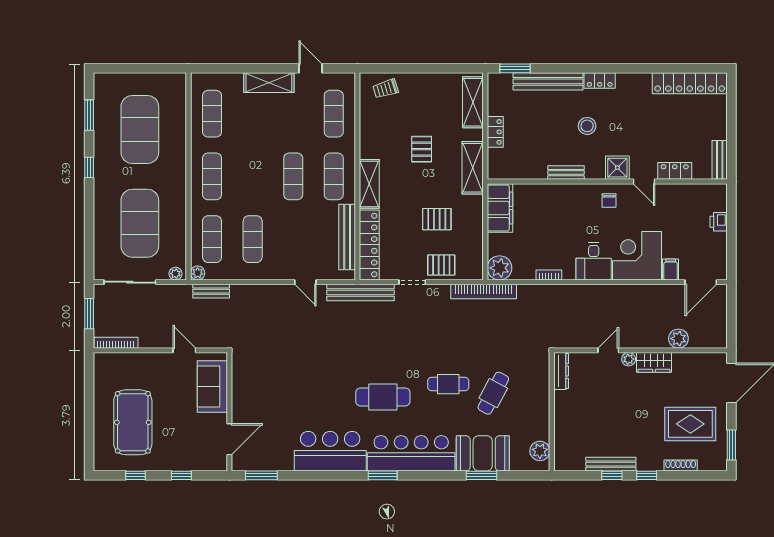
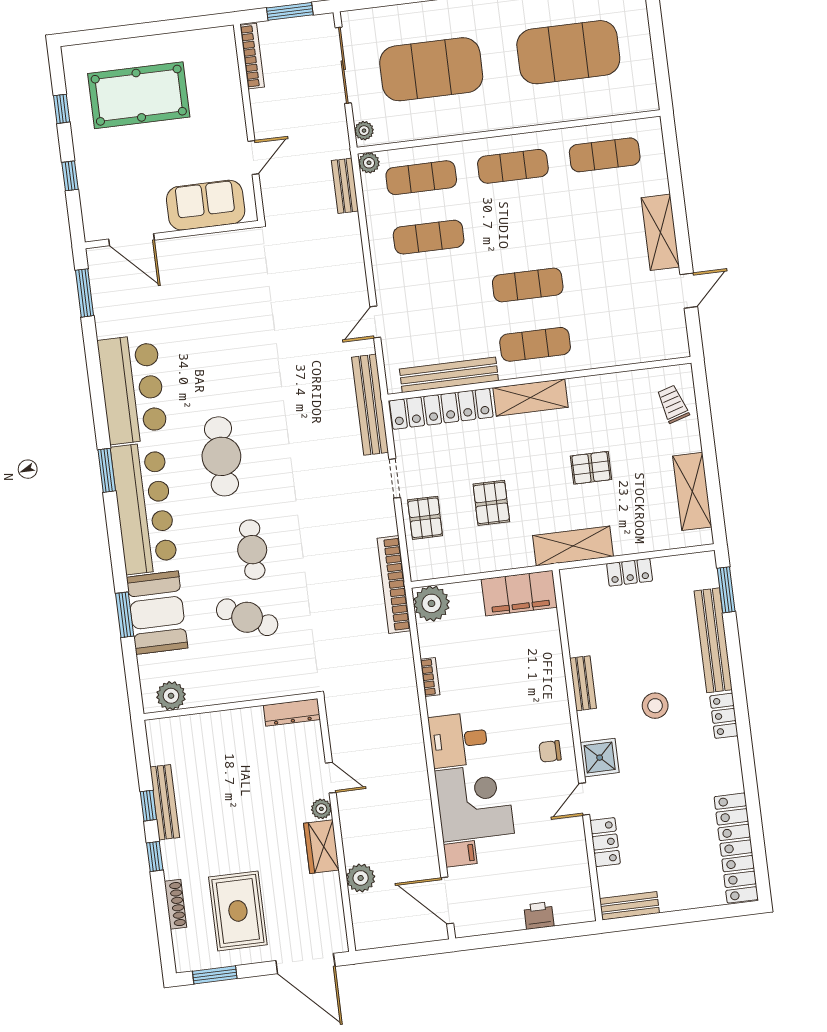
shelving: (473, 102) -> (692, 491), moved, turned 90
exercise mat: (334, 114) -> (627, 333), removed

